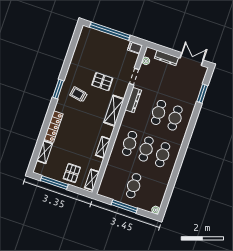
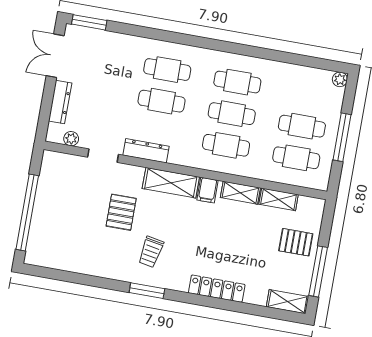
filing cabinet: (135, 48) -> (207, 190), moved
window: (202, 94) -> (89, 22), moved
shelving: (45, 152) -> (288, 302), moved
shelving: (92, 180) -> (279, 199), moved
cafe table: (117, 180) -> (296, 158), added

